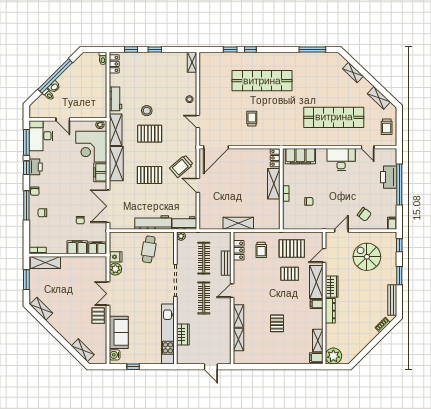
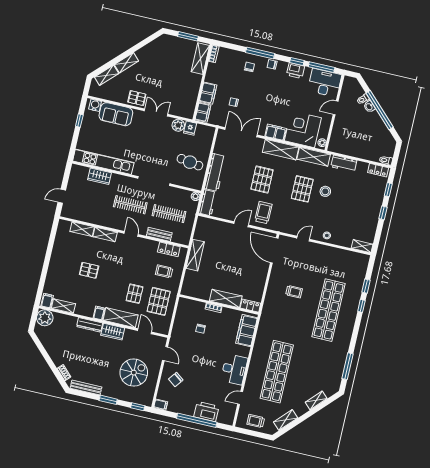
trolley: (181, 166) -> (263, 213), turned 41
shelving: (41, 309) -> (126, 63), moved

